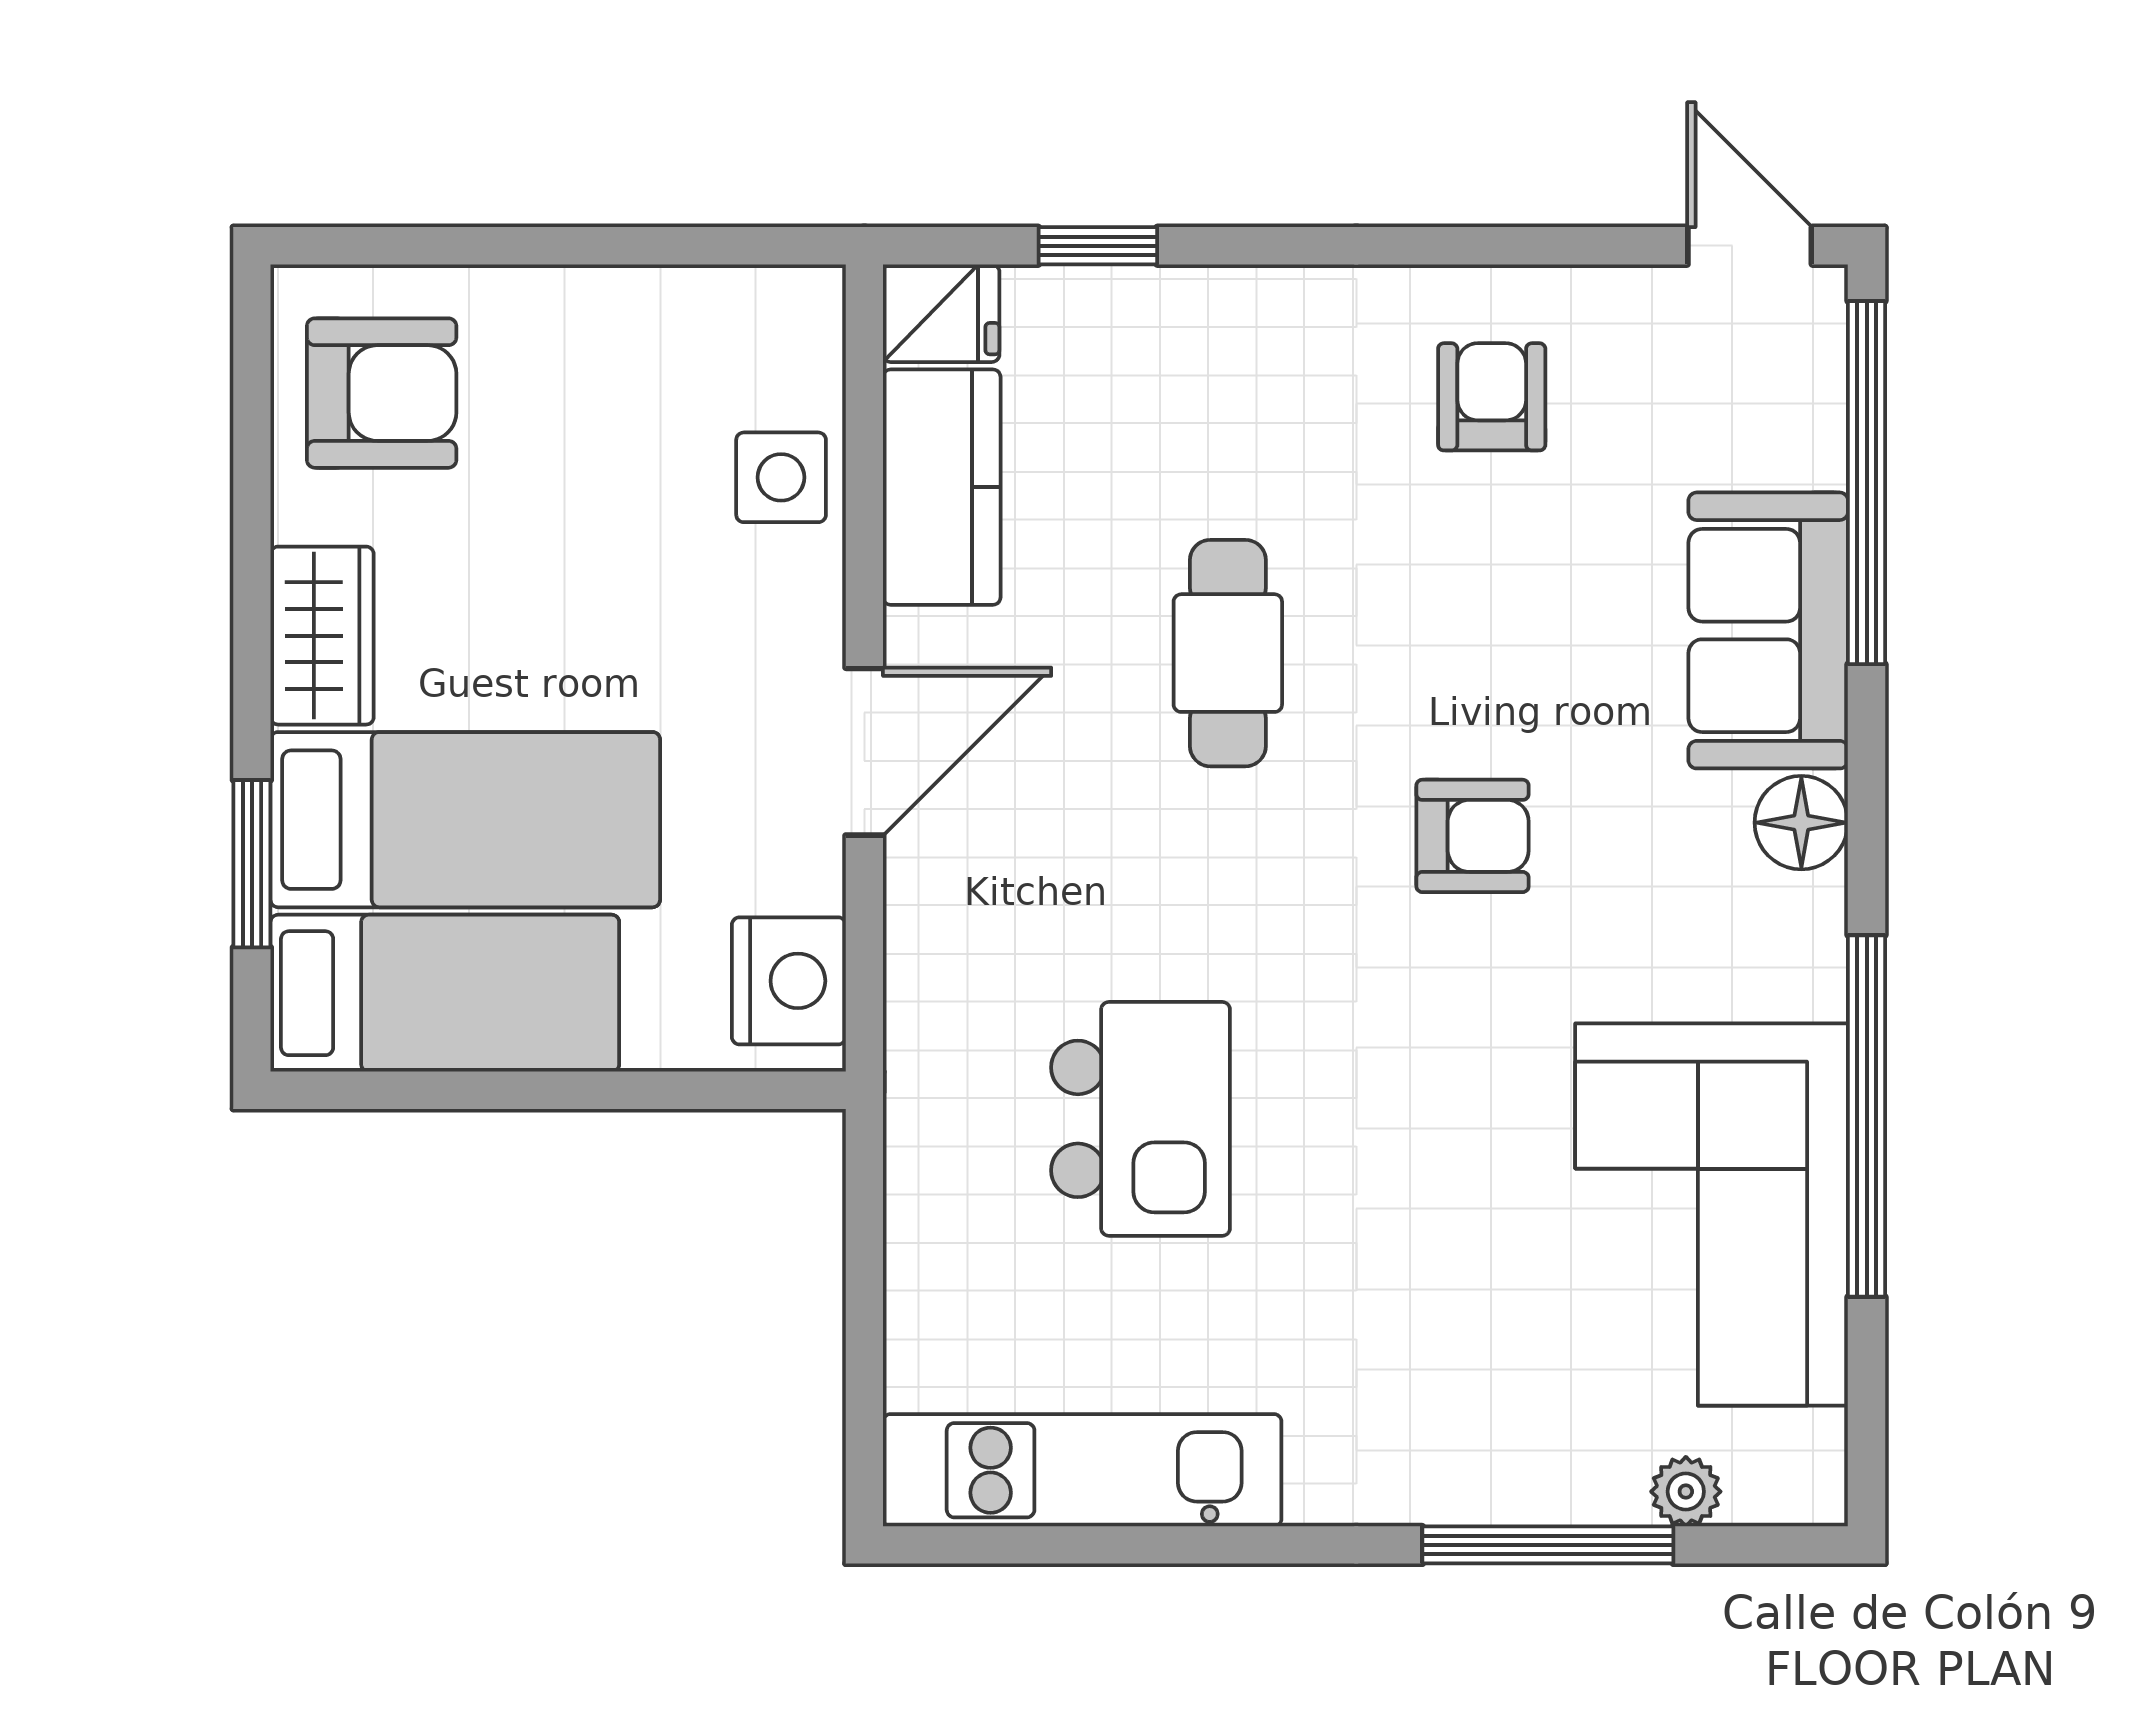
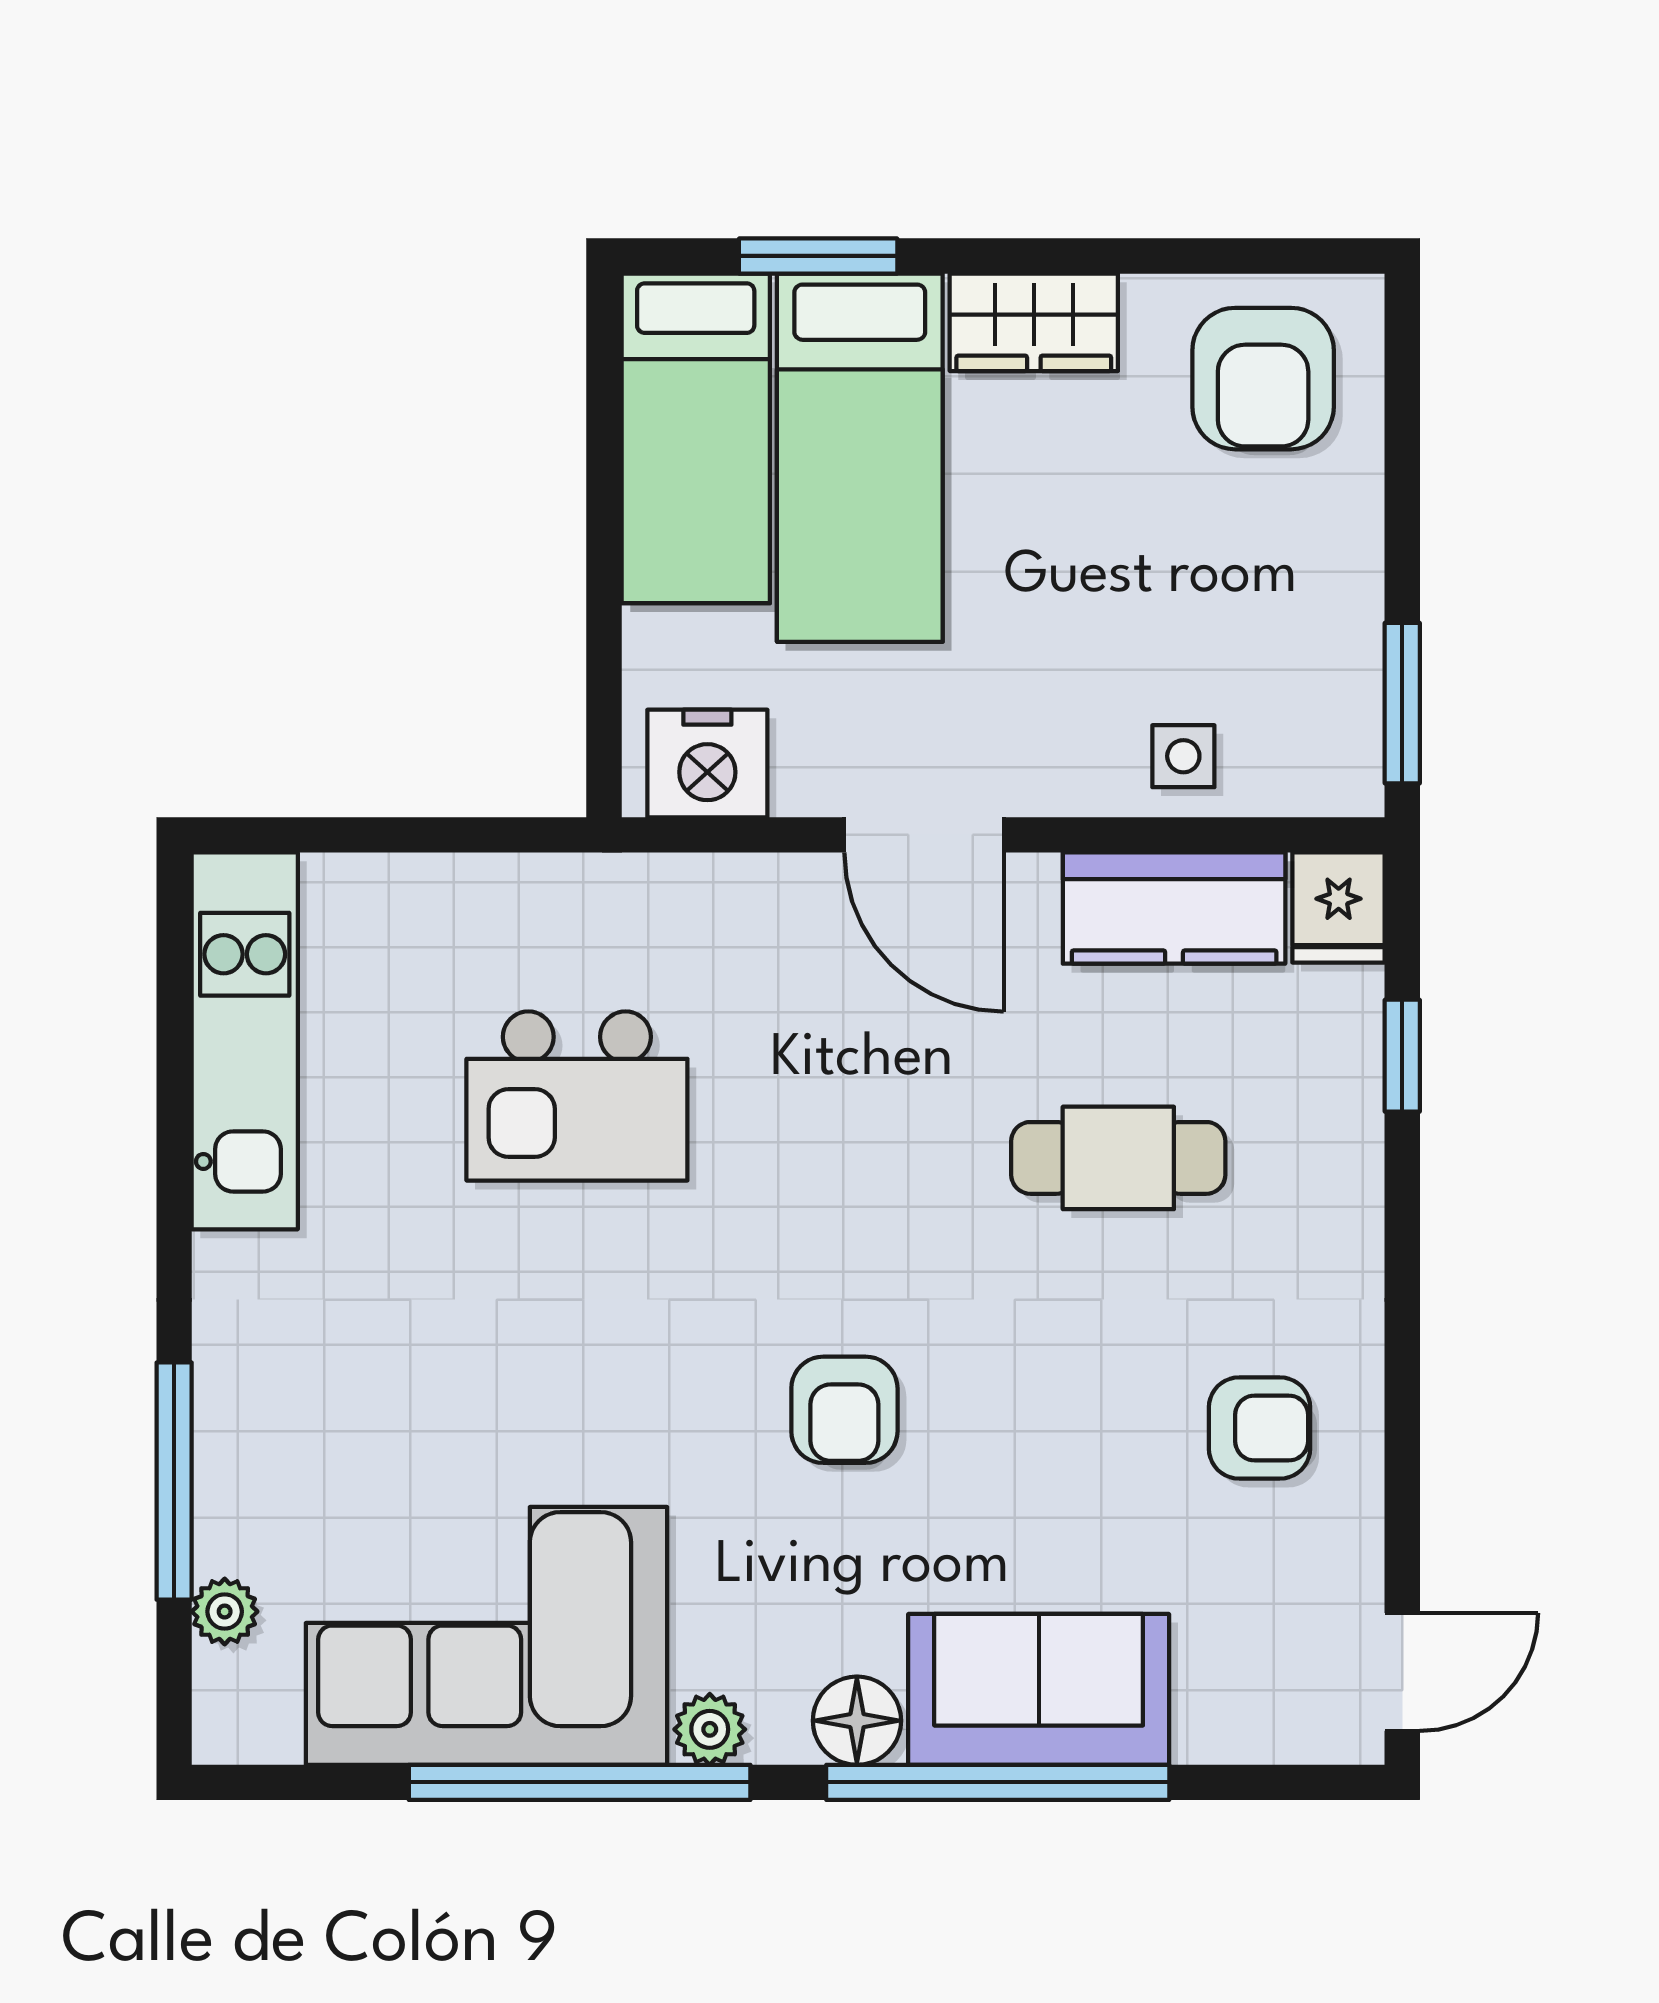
window: (725, 246) -> (1402, 703), added
side table: (781, 477) -> (1183, 756), width x0.73, depth x0.73
window: (1867, 483) -> (998, 1782), moved
cafe table: (1228, 653) -> (1118, 1158), moved
plant: (1810, 978) -> (710, 1729), added

